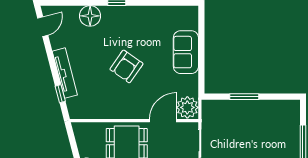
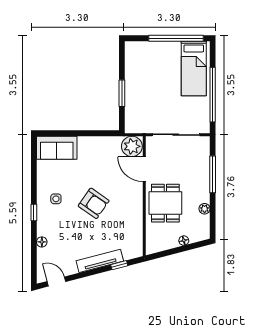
floor lamp: (90, 16) -> (42, 242), width x0.53, depth x0.53
side table: (131, 26) -> (56, 199), added
sofa: (186, 52) -> (57, 148), moved

